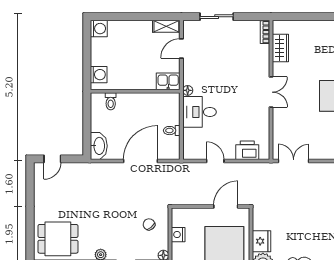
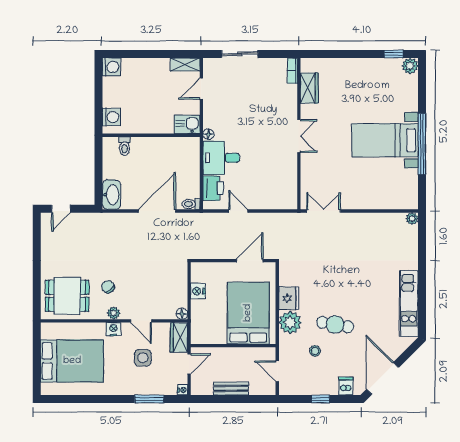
toilet: (172, 131) -> (191, 204), moved
printer: (247, 150) -> (213, 188), moved, turned 90
chair: (149, 224) -> (108, 287), moved

